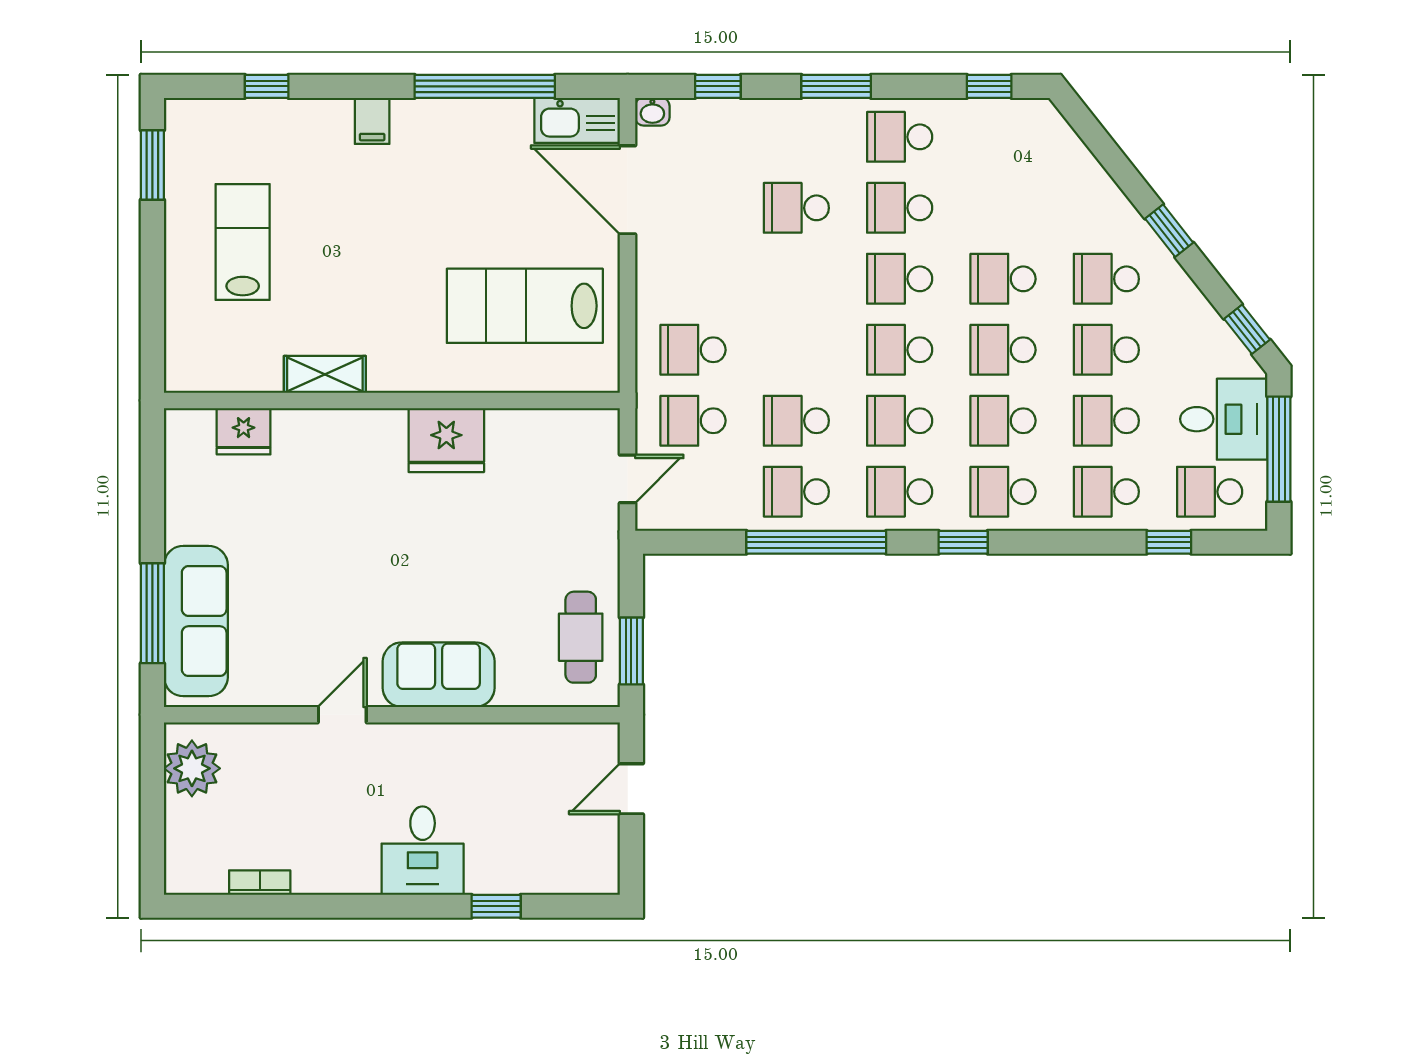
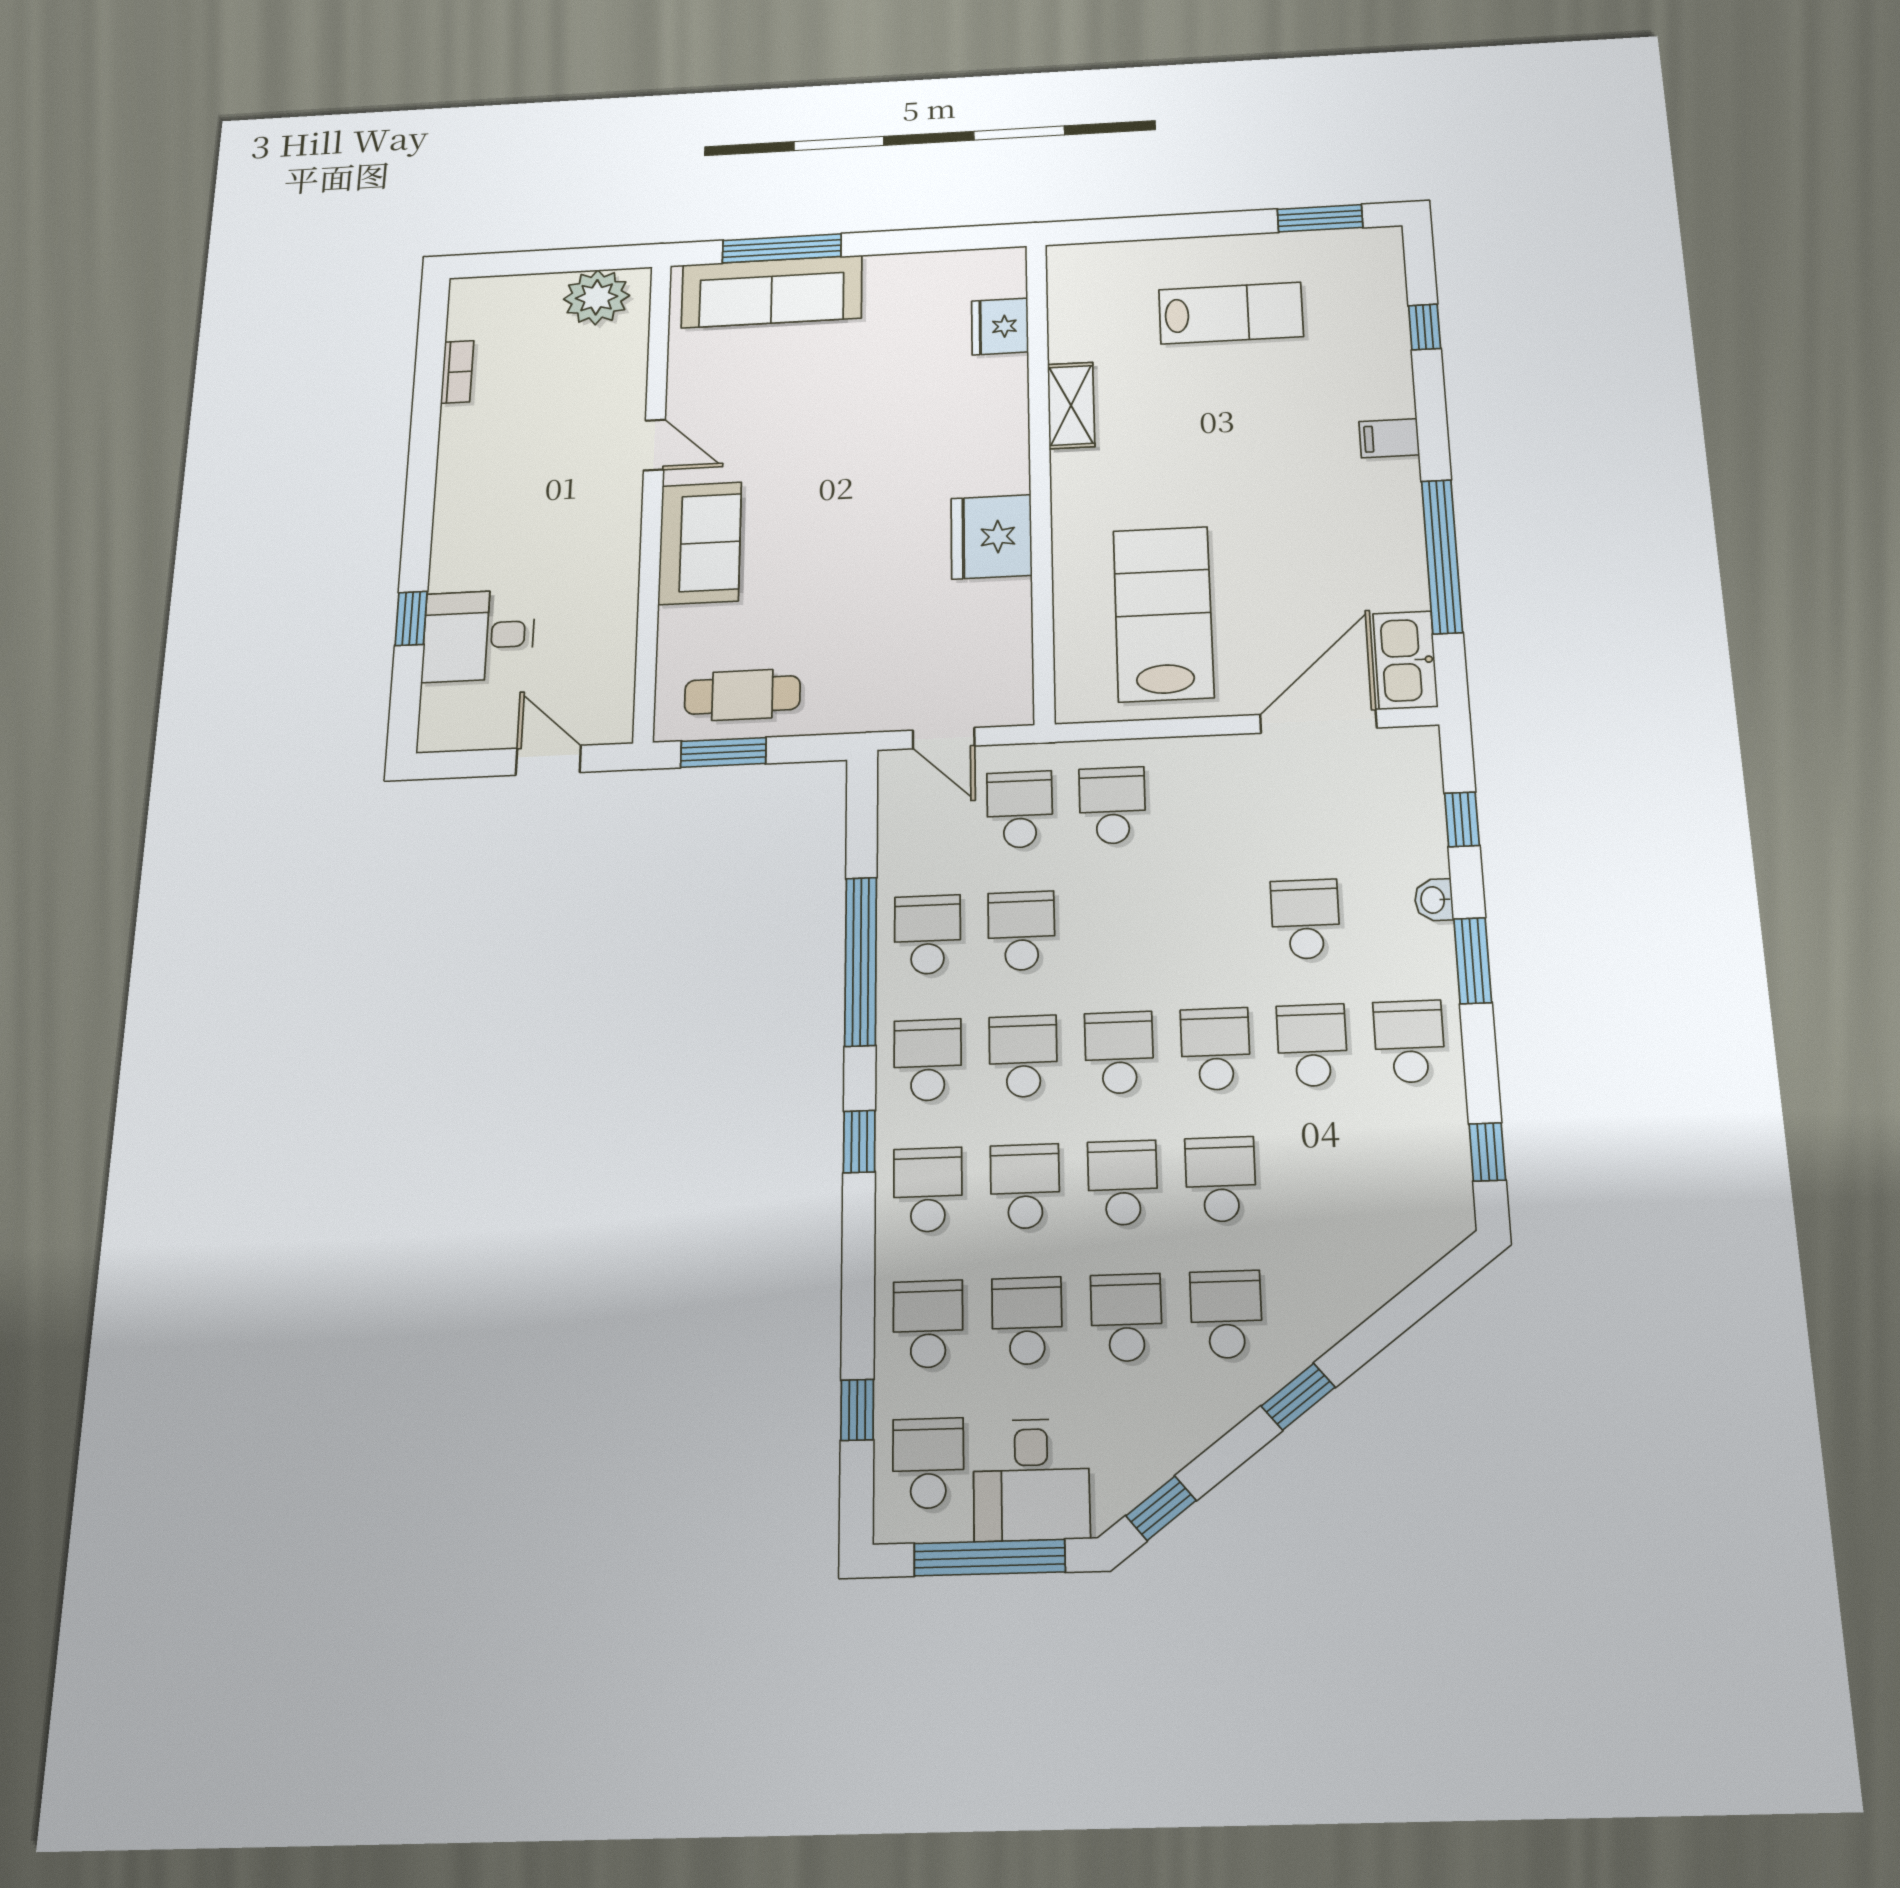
washbasin: (652, 112) -> (1434, 900), moved
desk: (423, 851) -> (478, 636), moved

